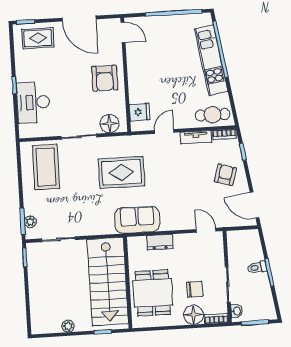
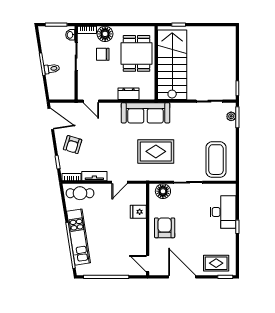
fridge: (140, 112) -> (138, 212), moved
sofa: (137, 220) -> (146, 113), width x1.36
plant: (68, 326) -> (206, 31), removed

